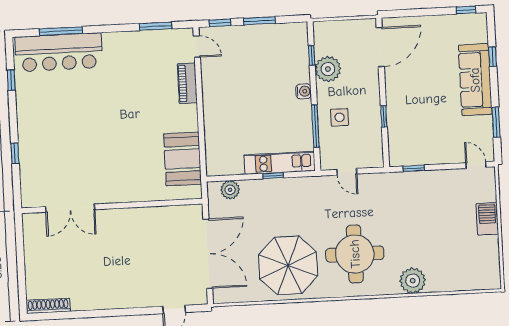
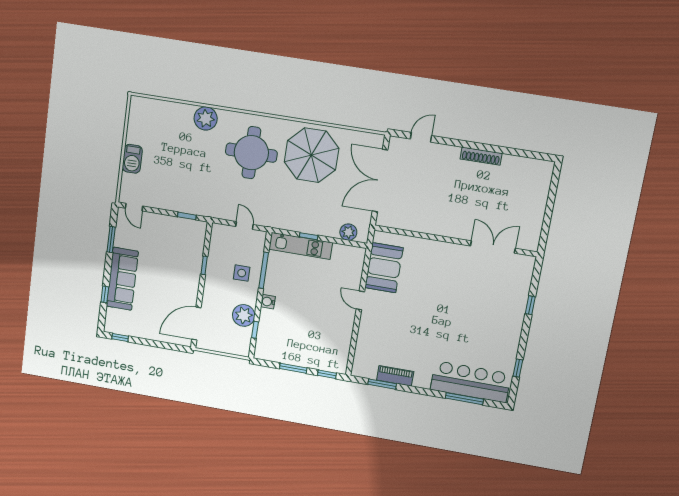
door: (197, 47) -> (360, 300), moved
piano: (187, 83) -> (395, 376), moved, turned -90
shoe rack: (48, 306) -> (481, 156), moved

